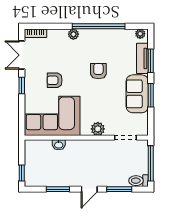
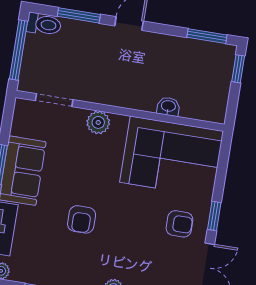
armchair: (55, 80) -> (179, 224), moved
window: (58, 189) -> (207, 36), moved

